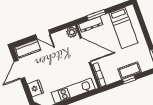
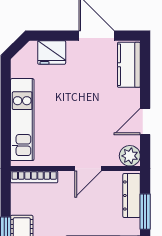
door: (43, 34) -> (145, 122), moved
door: (85, 50) -> (88, 169), width x0.53

